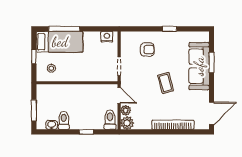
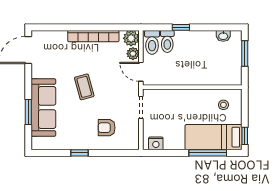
window: (34, 57) -> (245, 136), moved
toilet: (64, 120) -> (167, 41), moved
bookcase: (173, 125) -> (93, 36), moved

